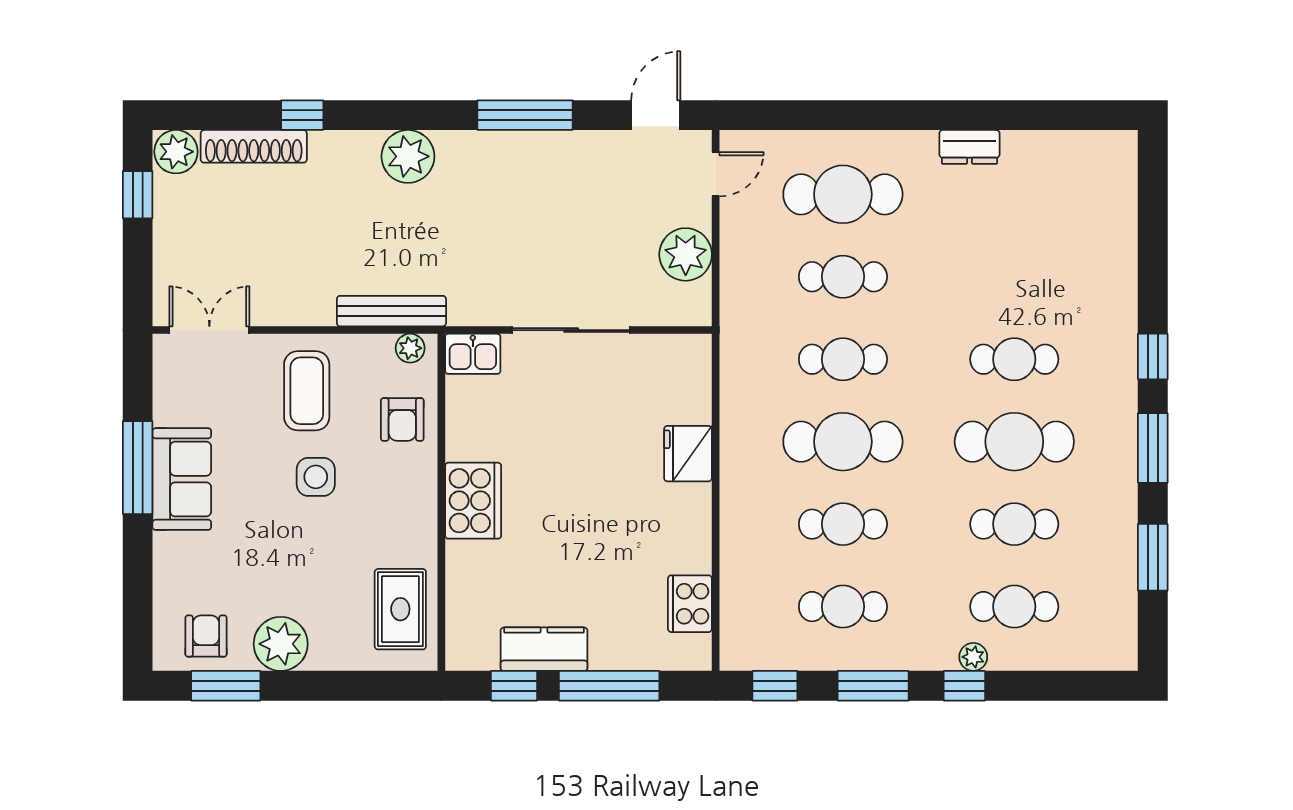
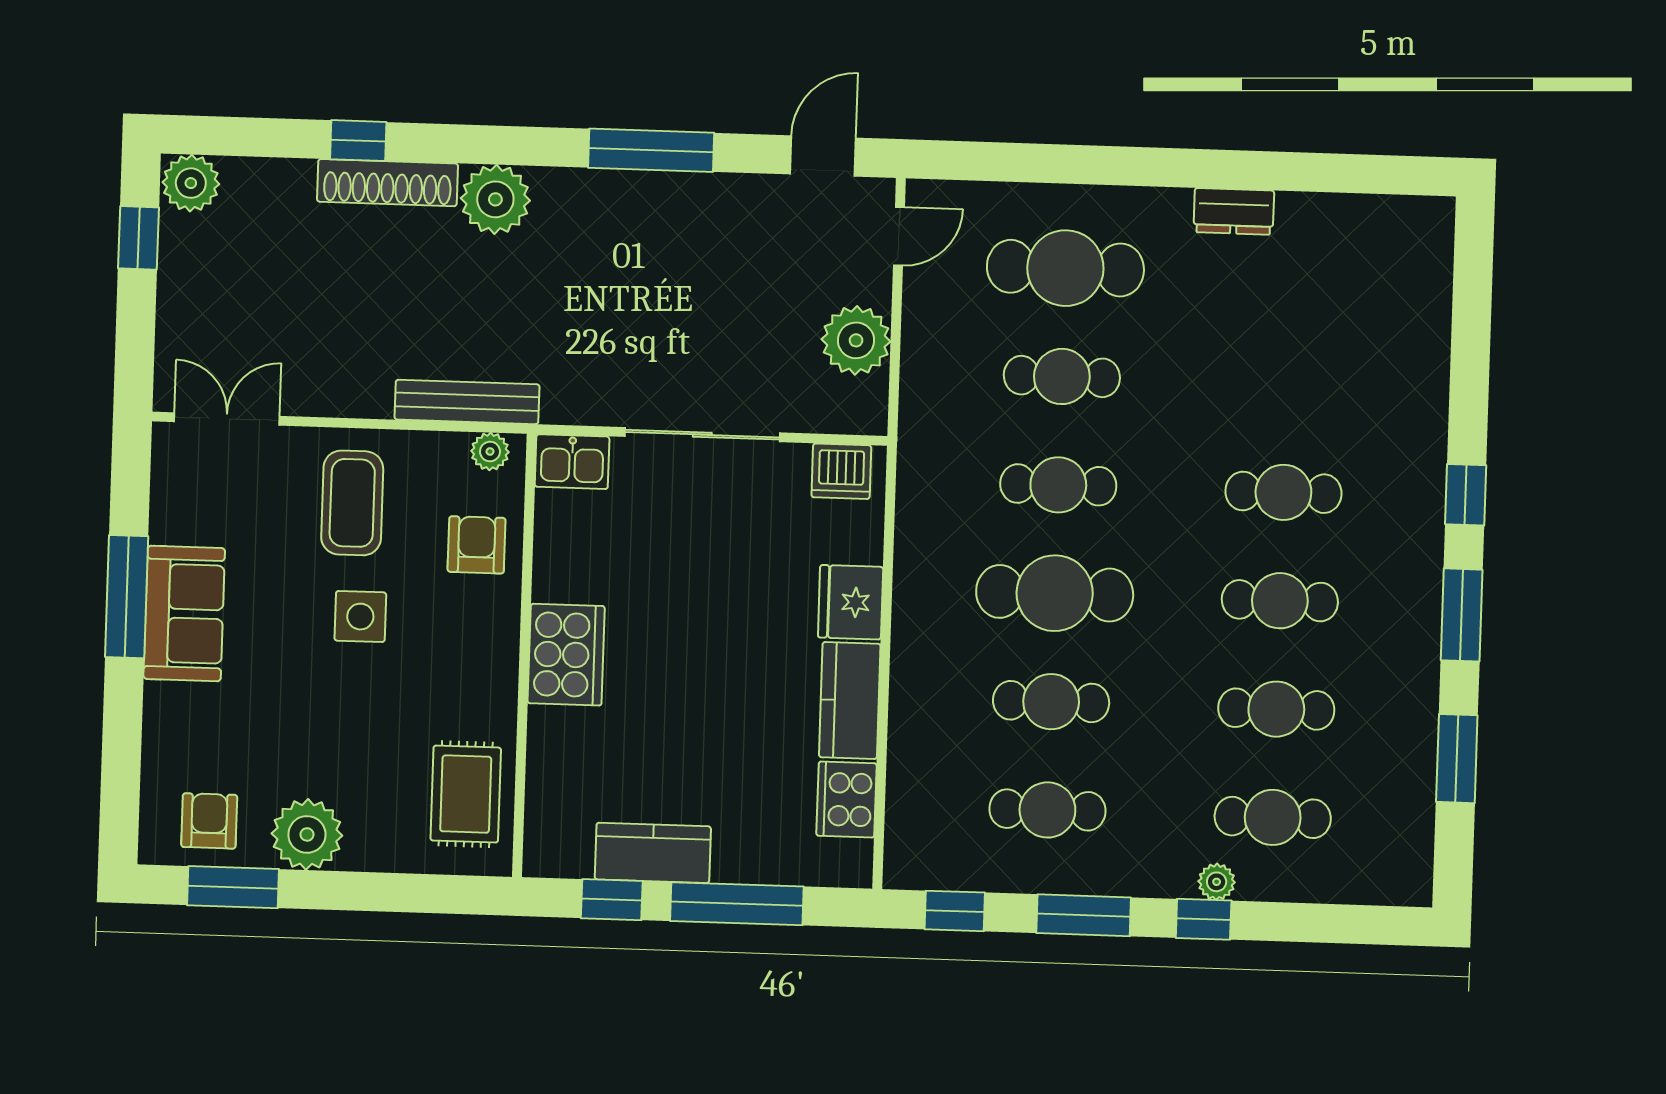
shoe rack: (254, 146) -> (388, 183), moved
dishwasher: (678, 354) -> (841, 471), added
armchair: (402, 419) -> (477, 545), turned 180
cafe table: (1014, 442) -> (1280, 601), width x0.73, depth x0.74
kitchen counter: (690, 528) -> (850, 700), added

